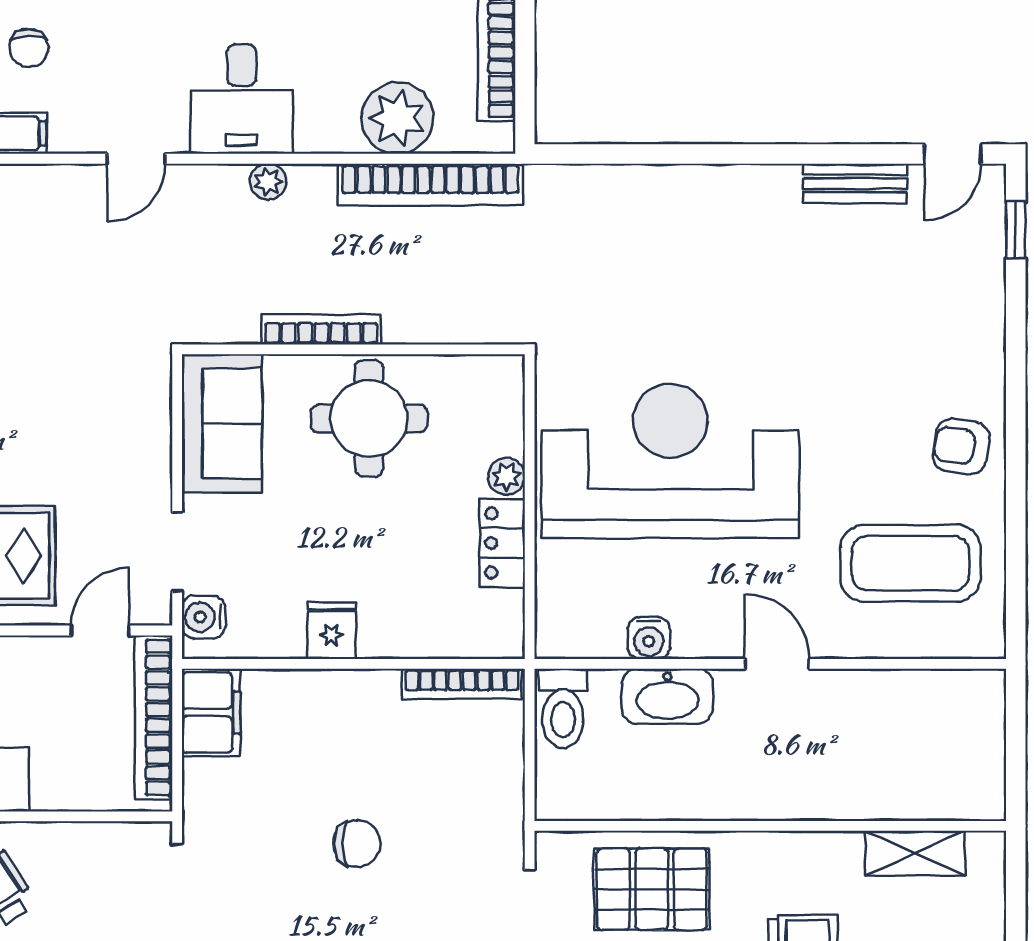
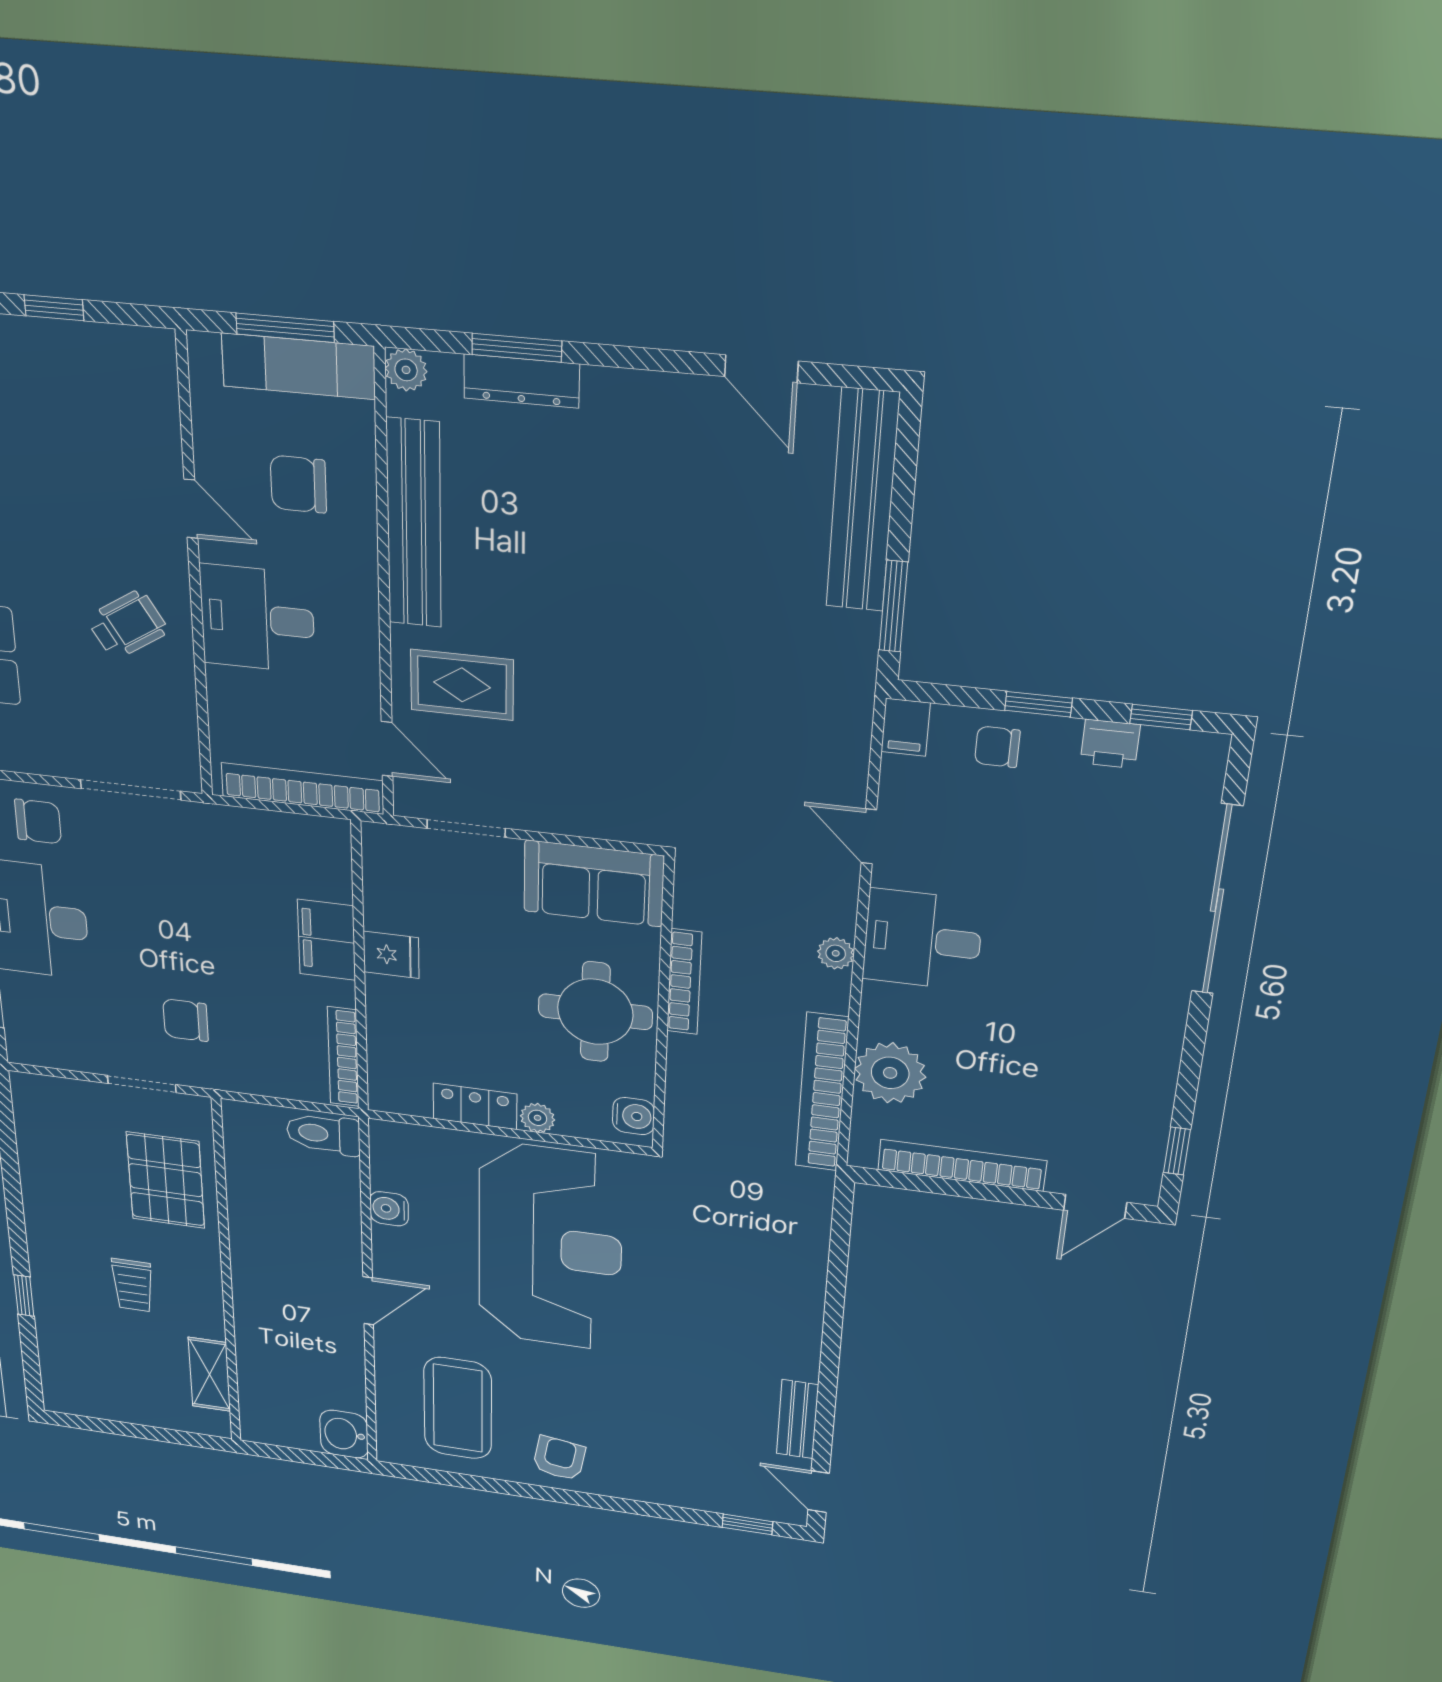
water cooler: (203, 617) -> (634, 1116), moved, turned 90
washbasin: (668, 697) -> (344, 1434), moved, width x0.72
filing cabinet: (211, 713) -> (327, 940), moved, turned 90
chair: (357, 843) -> (186, 1020), moved, turned 90

